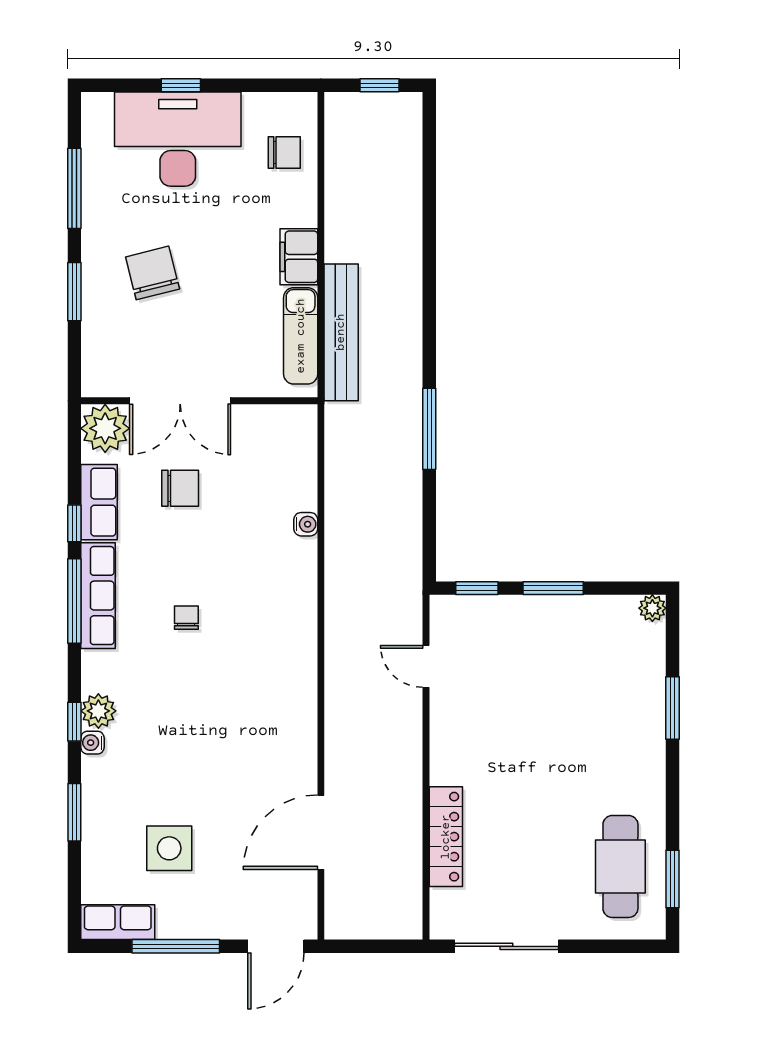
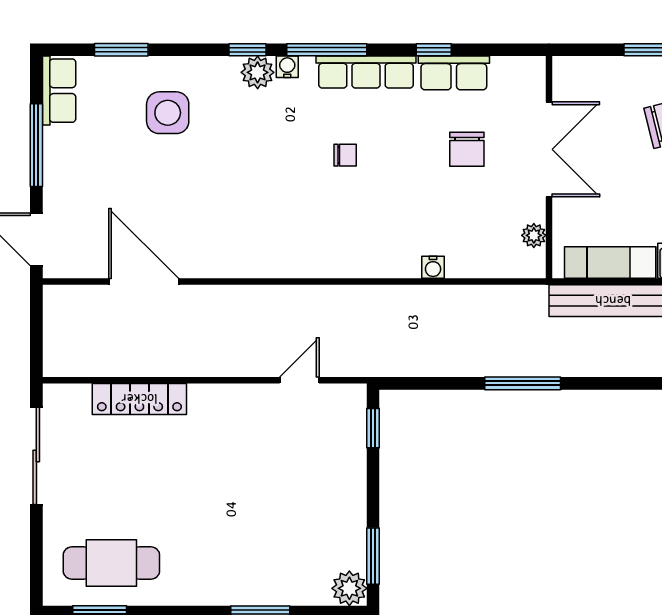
double door: (180, 401) -> (549, 149), swing flipped
plant: (105, 428) -> (534, 235), moved, width x0.53, depth x0.53
window: (553, 588) -> (373, 556), moved
window: (74, 601) -> (327, 50), moved
plant: (652, 608) -> (349, 588), width x1.38, depth x1.38
water cooler: (92, 743) -> (287, 67), moved
window: (74, 812) -> (121, 50), moved
side table: (169, 848) -> (168, 113), moved

